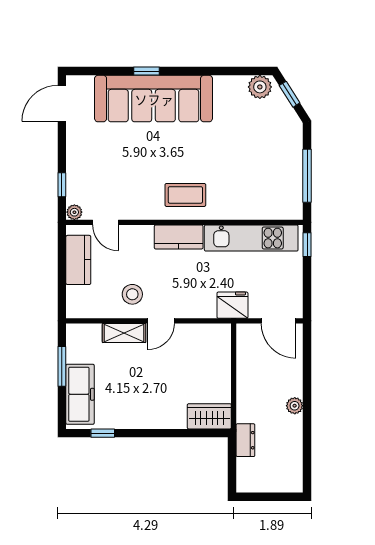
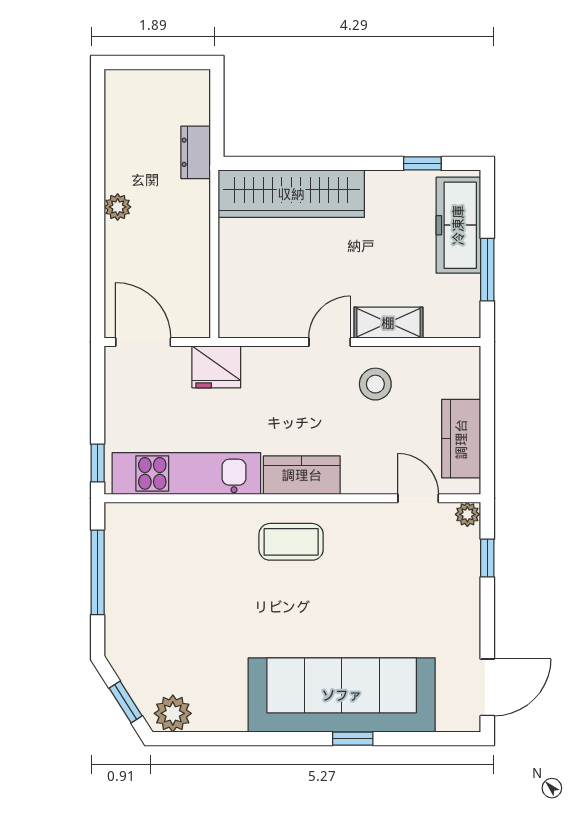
wardrobe: (209, 416) -> (291, 194), width x2.10, depth x1.17

